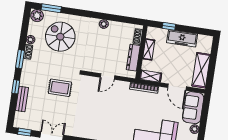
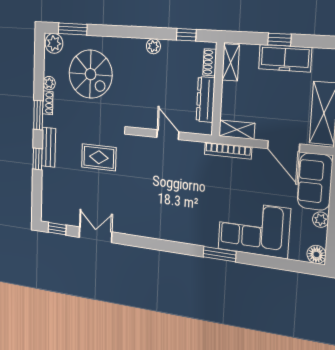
window: (125, 20) -> (186, 35), added
window: (169, 26) -> (279, 40), moved
spiral stairs: (60, 37) -> (91, 74), turned 180
shelving: (149, 49) -> (231, 62), moved
door: (107, 76) -> (168, 135), swing flipped
bench: (22, 99) -> (49, 147), moved

